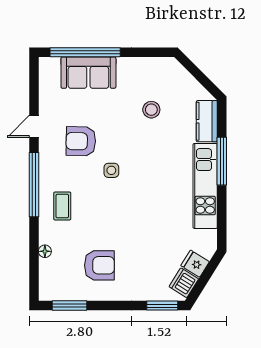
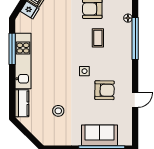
window: (222, 161) -> (12, 49), moved
window: (34, 185) -> (135, 39), moved
coffee table: (62, 206) -> (98, 38), moved

